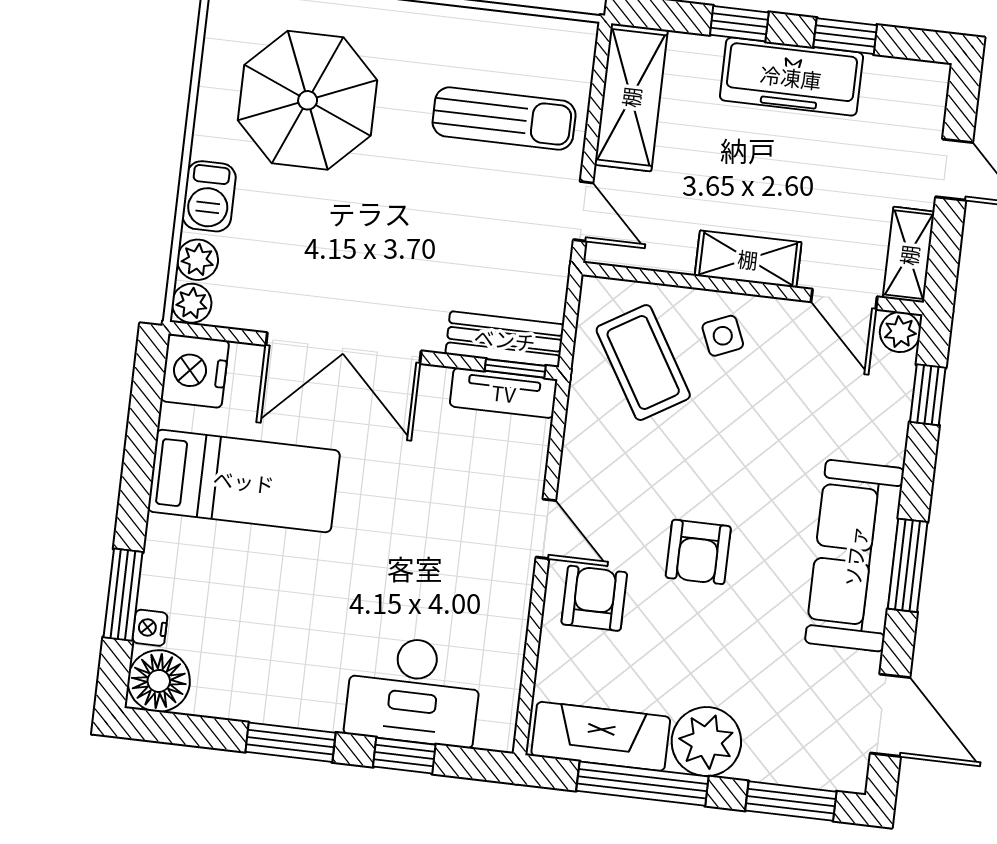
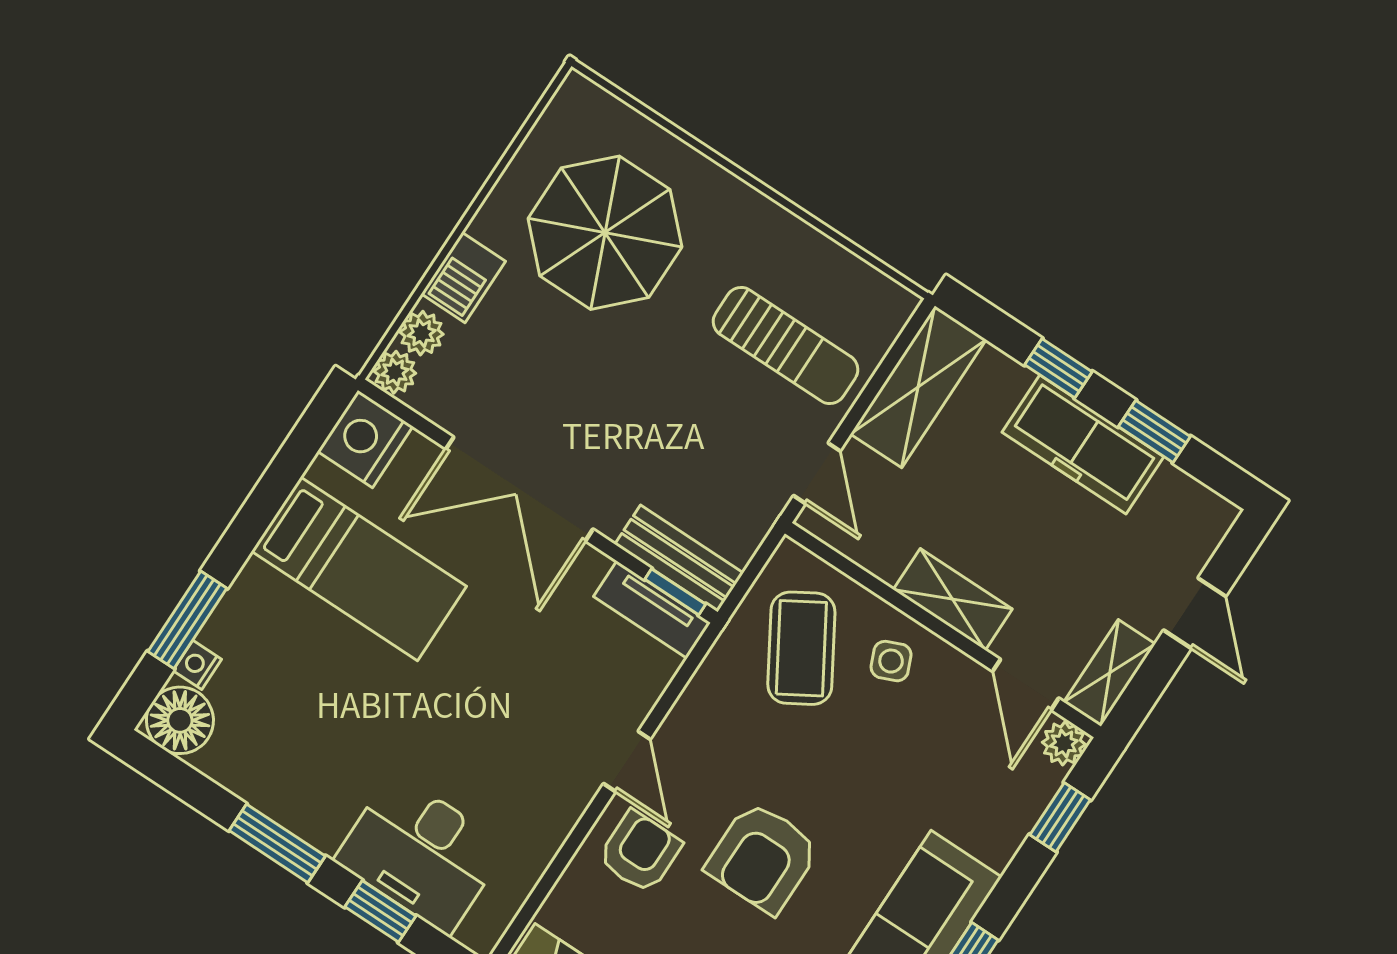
armchair: (698, 552) -> (763, 858), width x1.38, depth x1.38

